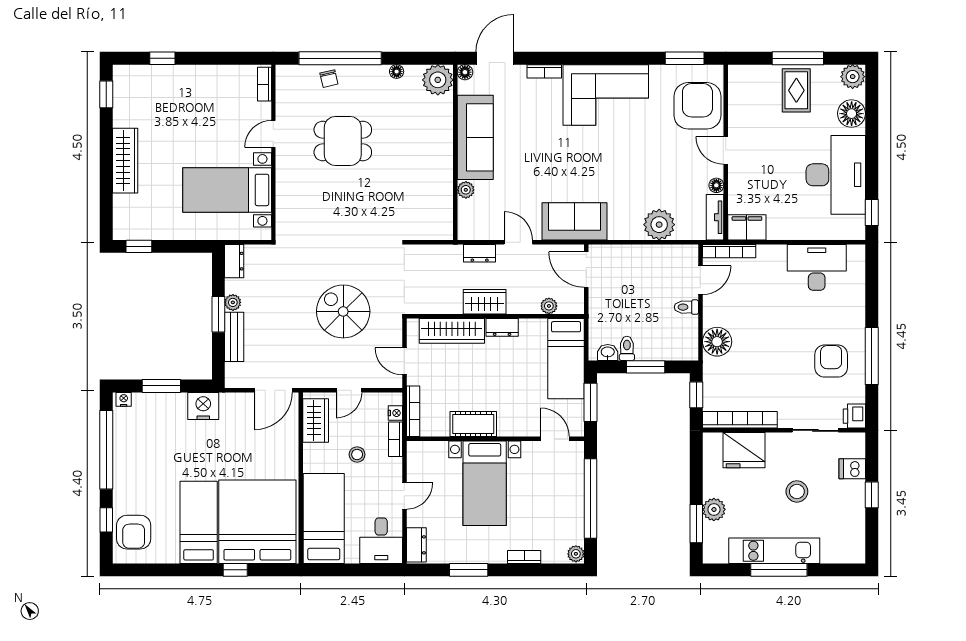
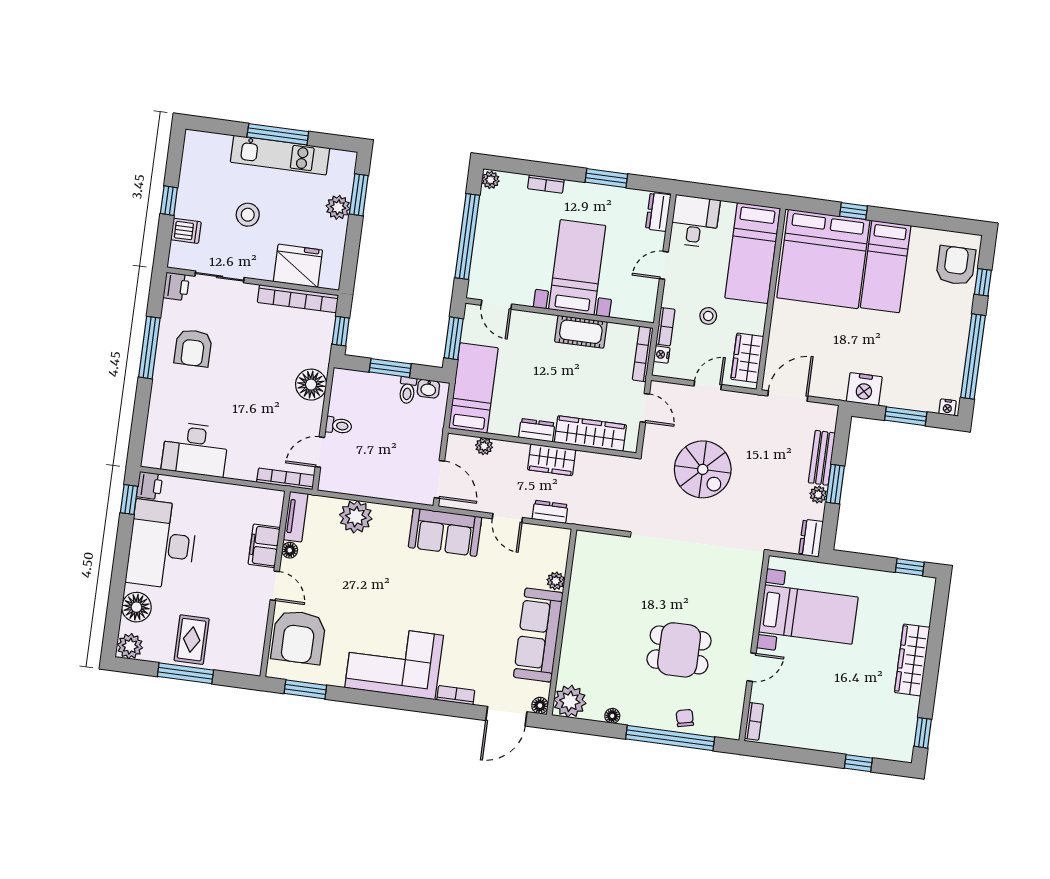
filing cabinet: (747, 227) -> (264, 546), moved, turned 90
printer: (854, 228) -> (150, 486), added

